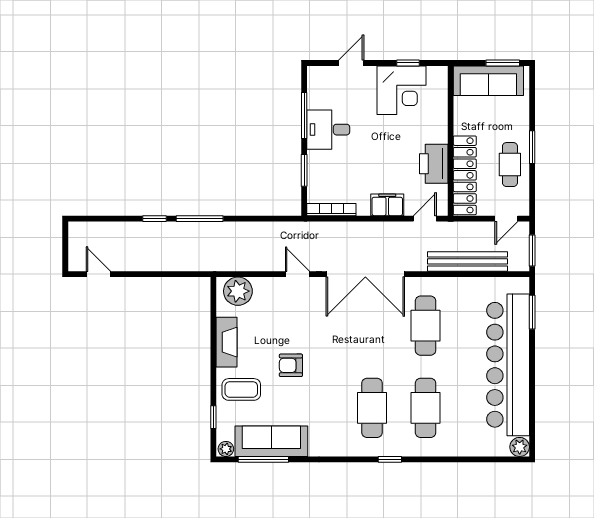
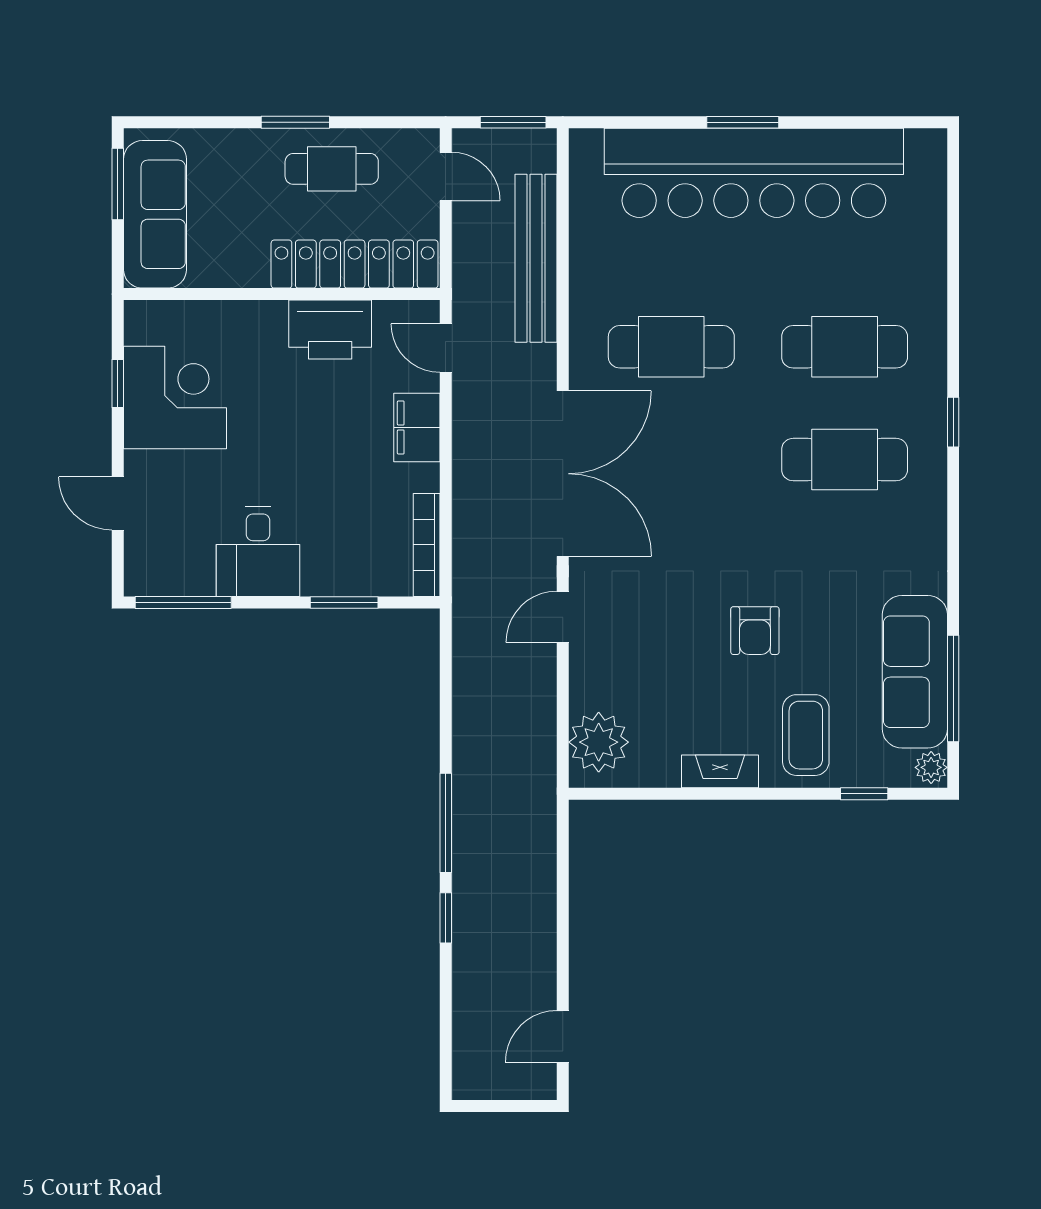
window: (304, 116) -> (183, 602), moved
window: (532, 312) -> (743, 122), moved
fireplace: (227, 342) -> (720, 771), width x0.73, depth x0.76
plant: (520, 447) -> (927, 149), removed

